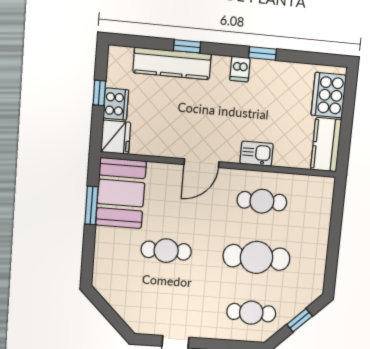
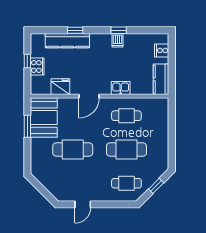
dishwasher: (240, 69) -> (118, 40), moved
cooker: (329, 95) -> (162, 50), width x0.53, depth x0.76
fridge: (116, 137) -> (60, 87), moved, turned -90
cafe table: (166, 251) -> (73, 149), width x1.37, depth x1.35

